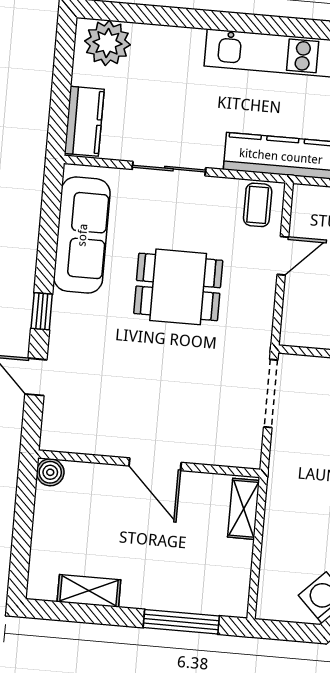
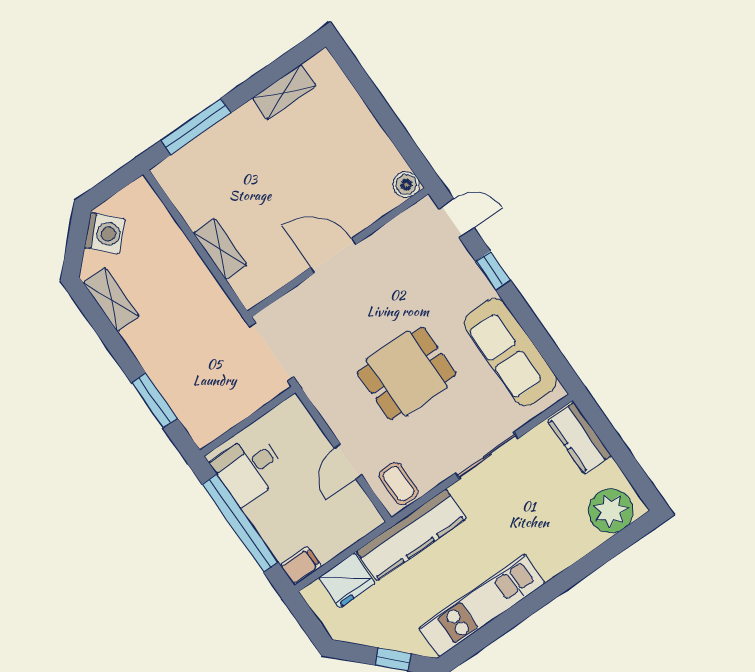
wall: (149, 464) -> (338, 252), moved
door: (155, 464) -> (333, 256), moved
boiler: (50, 472) -> (406, 185), moved

